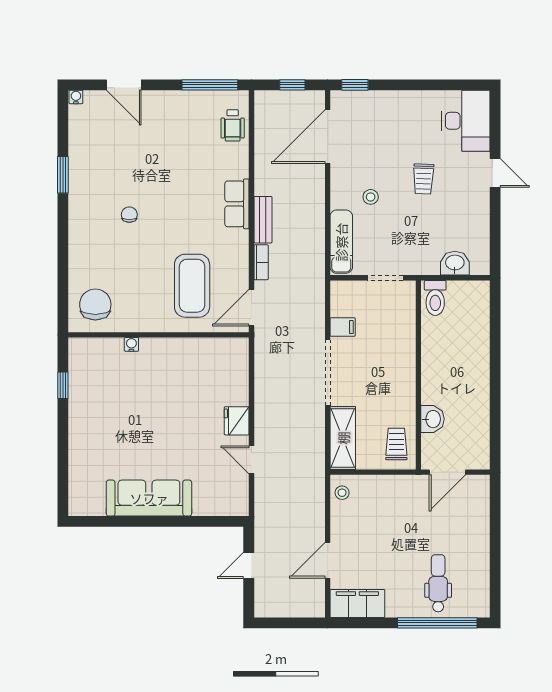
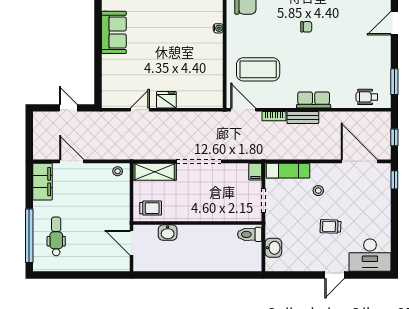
window: (210, 85) -> (394, 82), width x0.69
filing cabinet: (343, 327) -> (255, 172), moved
sofa: (149, 498) -> (114, 32), width x0.73
dental chair: (438, 583) -> (56, 236), turned -90

